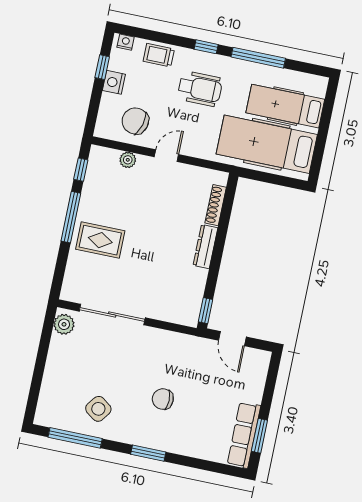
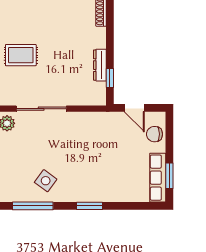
dresser: (205, 247) -> (100, 65), moved
window: (206, 311) -> (110, 78), moved
chair: (163, 399) -> (155, 134), moved

